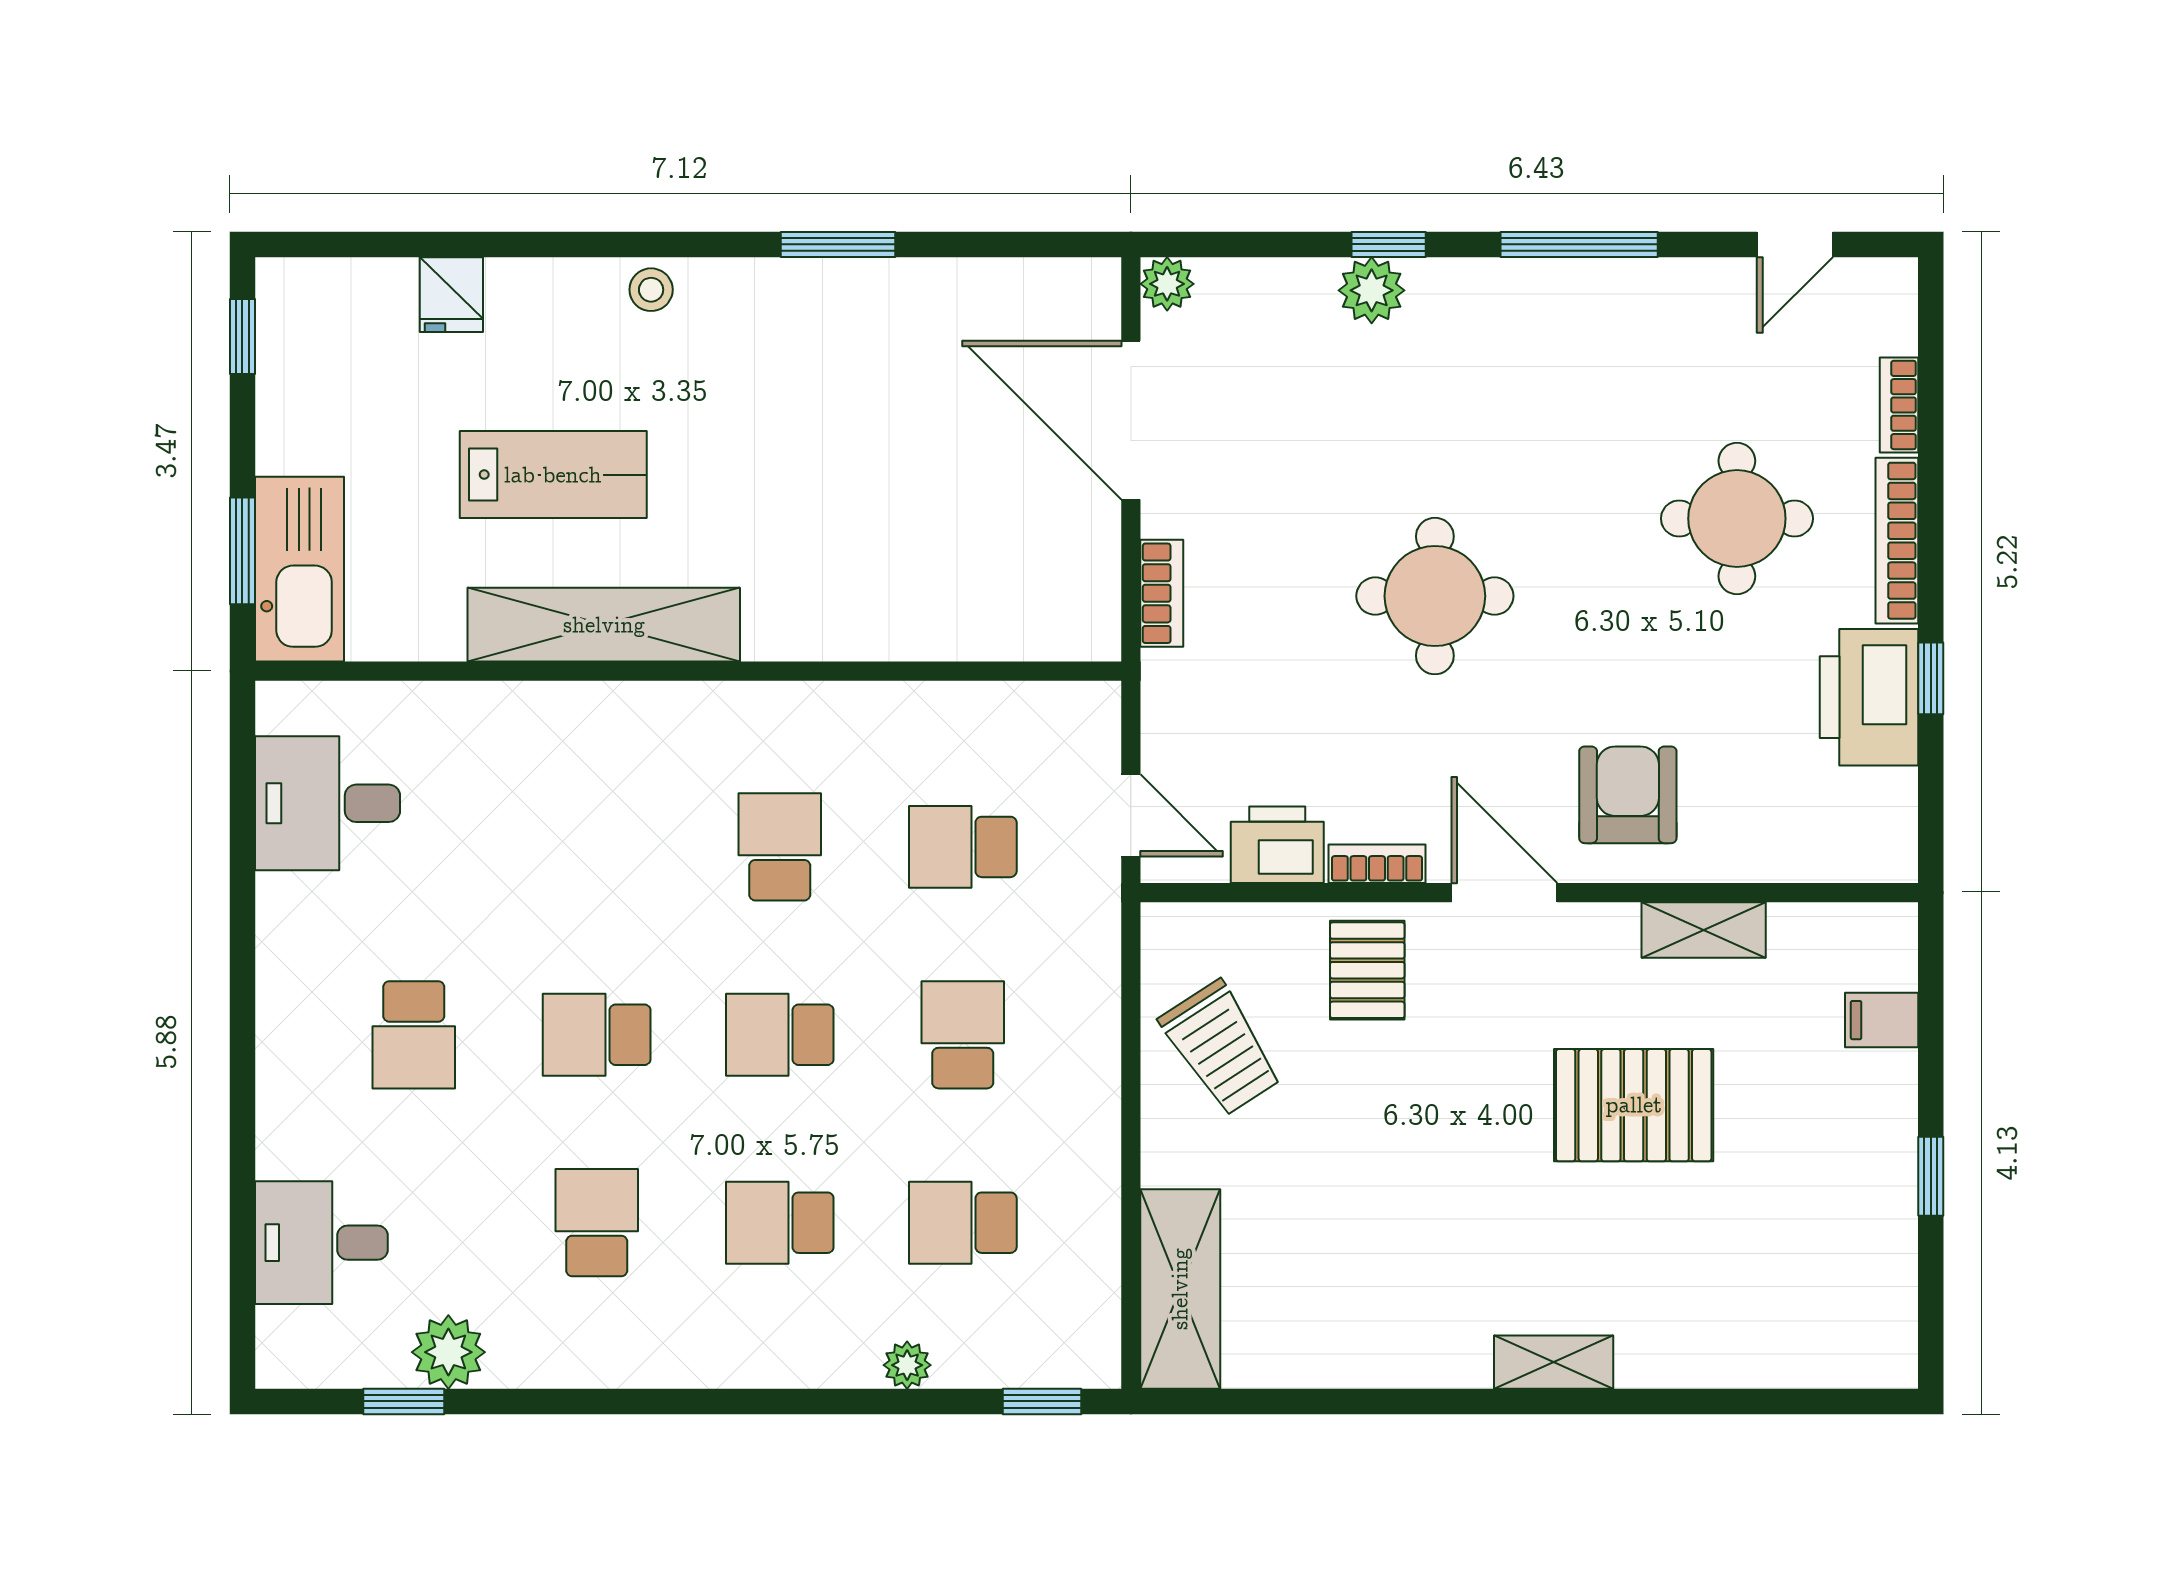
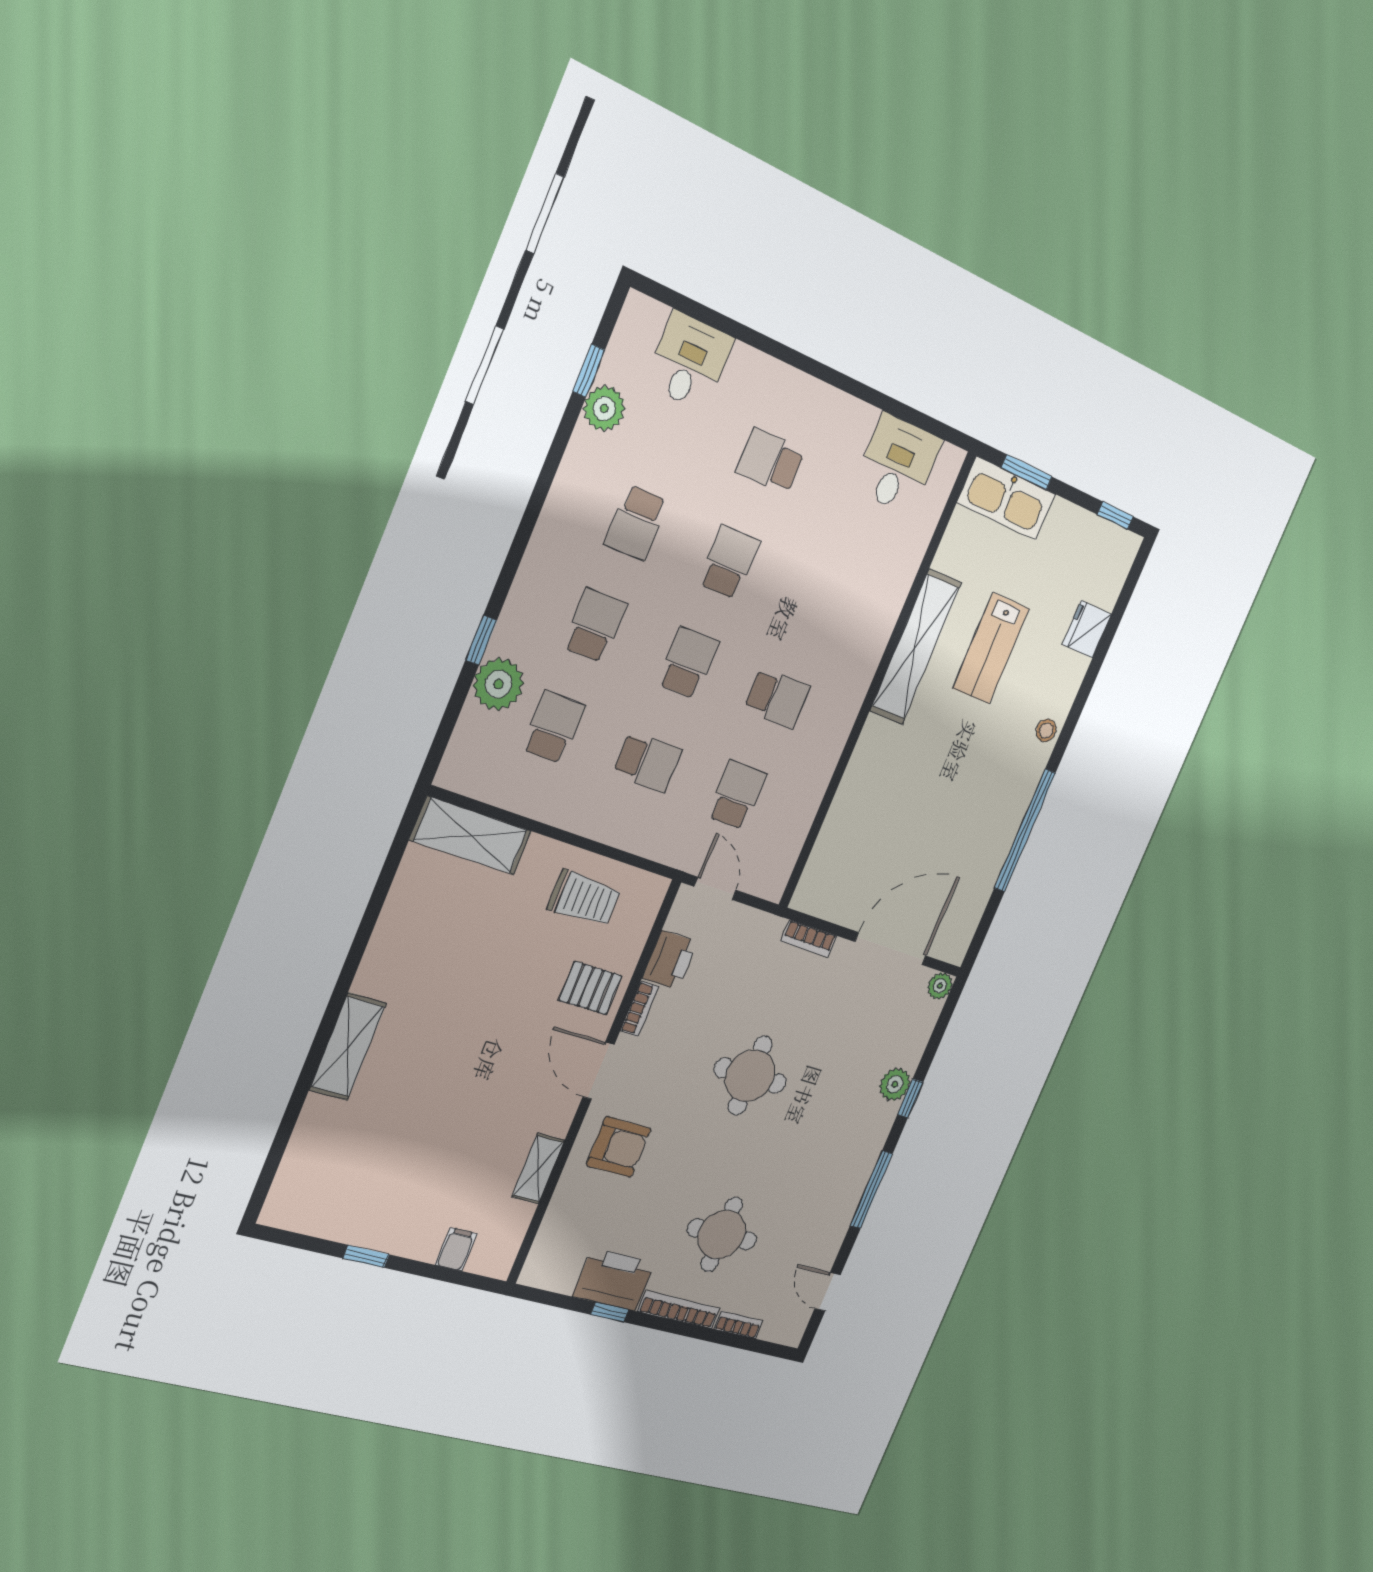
window: (838, 244) -> (1025, 831), width x2.11
fridge: (451, 295) -> (1087, 629), width x1.38
door: (1131, 815) -> (715, 888), swing flipped
door: (1504, 893) -> (598, 1071), swing flipped
trolley: (1221, 1048) -> (584, 898), turned -147
pallet: (1634, 1105) -> (466, 1109), removed
school desk: (597, 1223) -> (636, 523), turned 90
shelving: (1554, 1362) -> (348, 1047), width x1.50, depth x1.33
plant: (907, 1365) -> (498, 684), width x1.88, depth x1.88
window: (1042, 1401) -> (481, 640), moved

